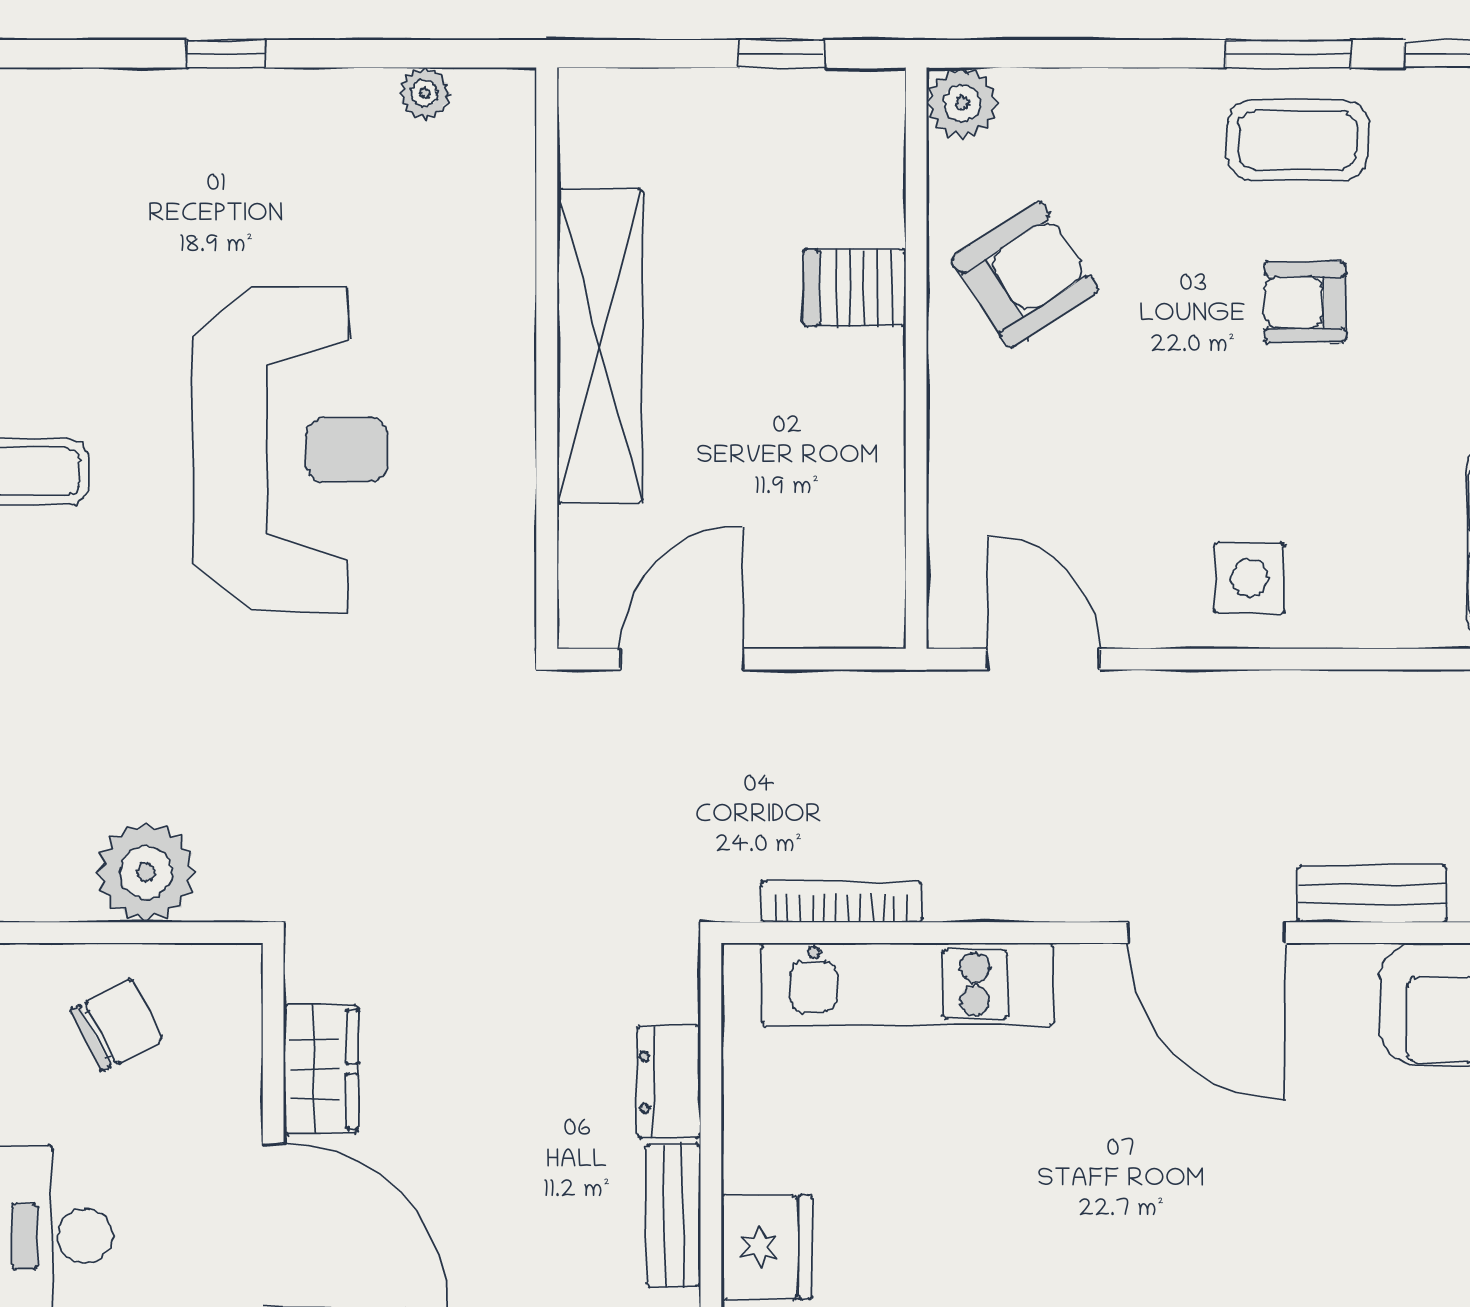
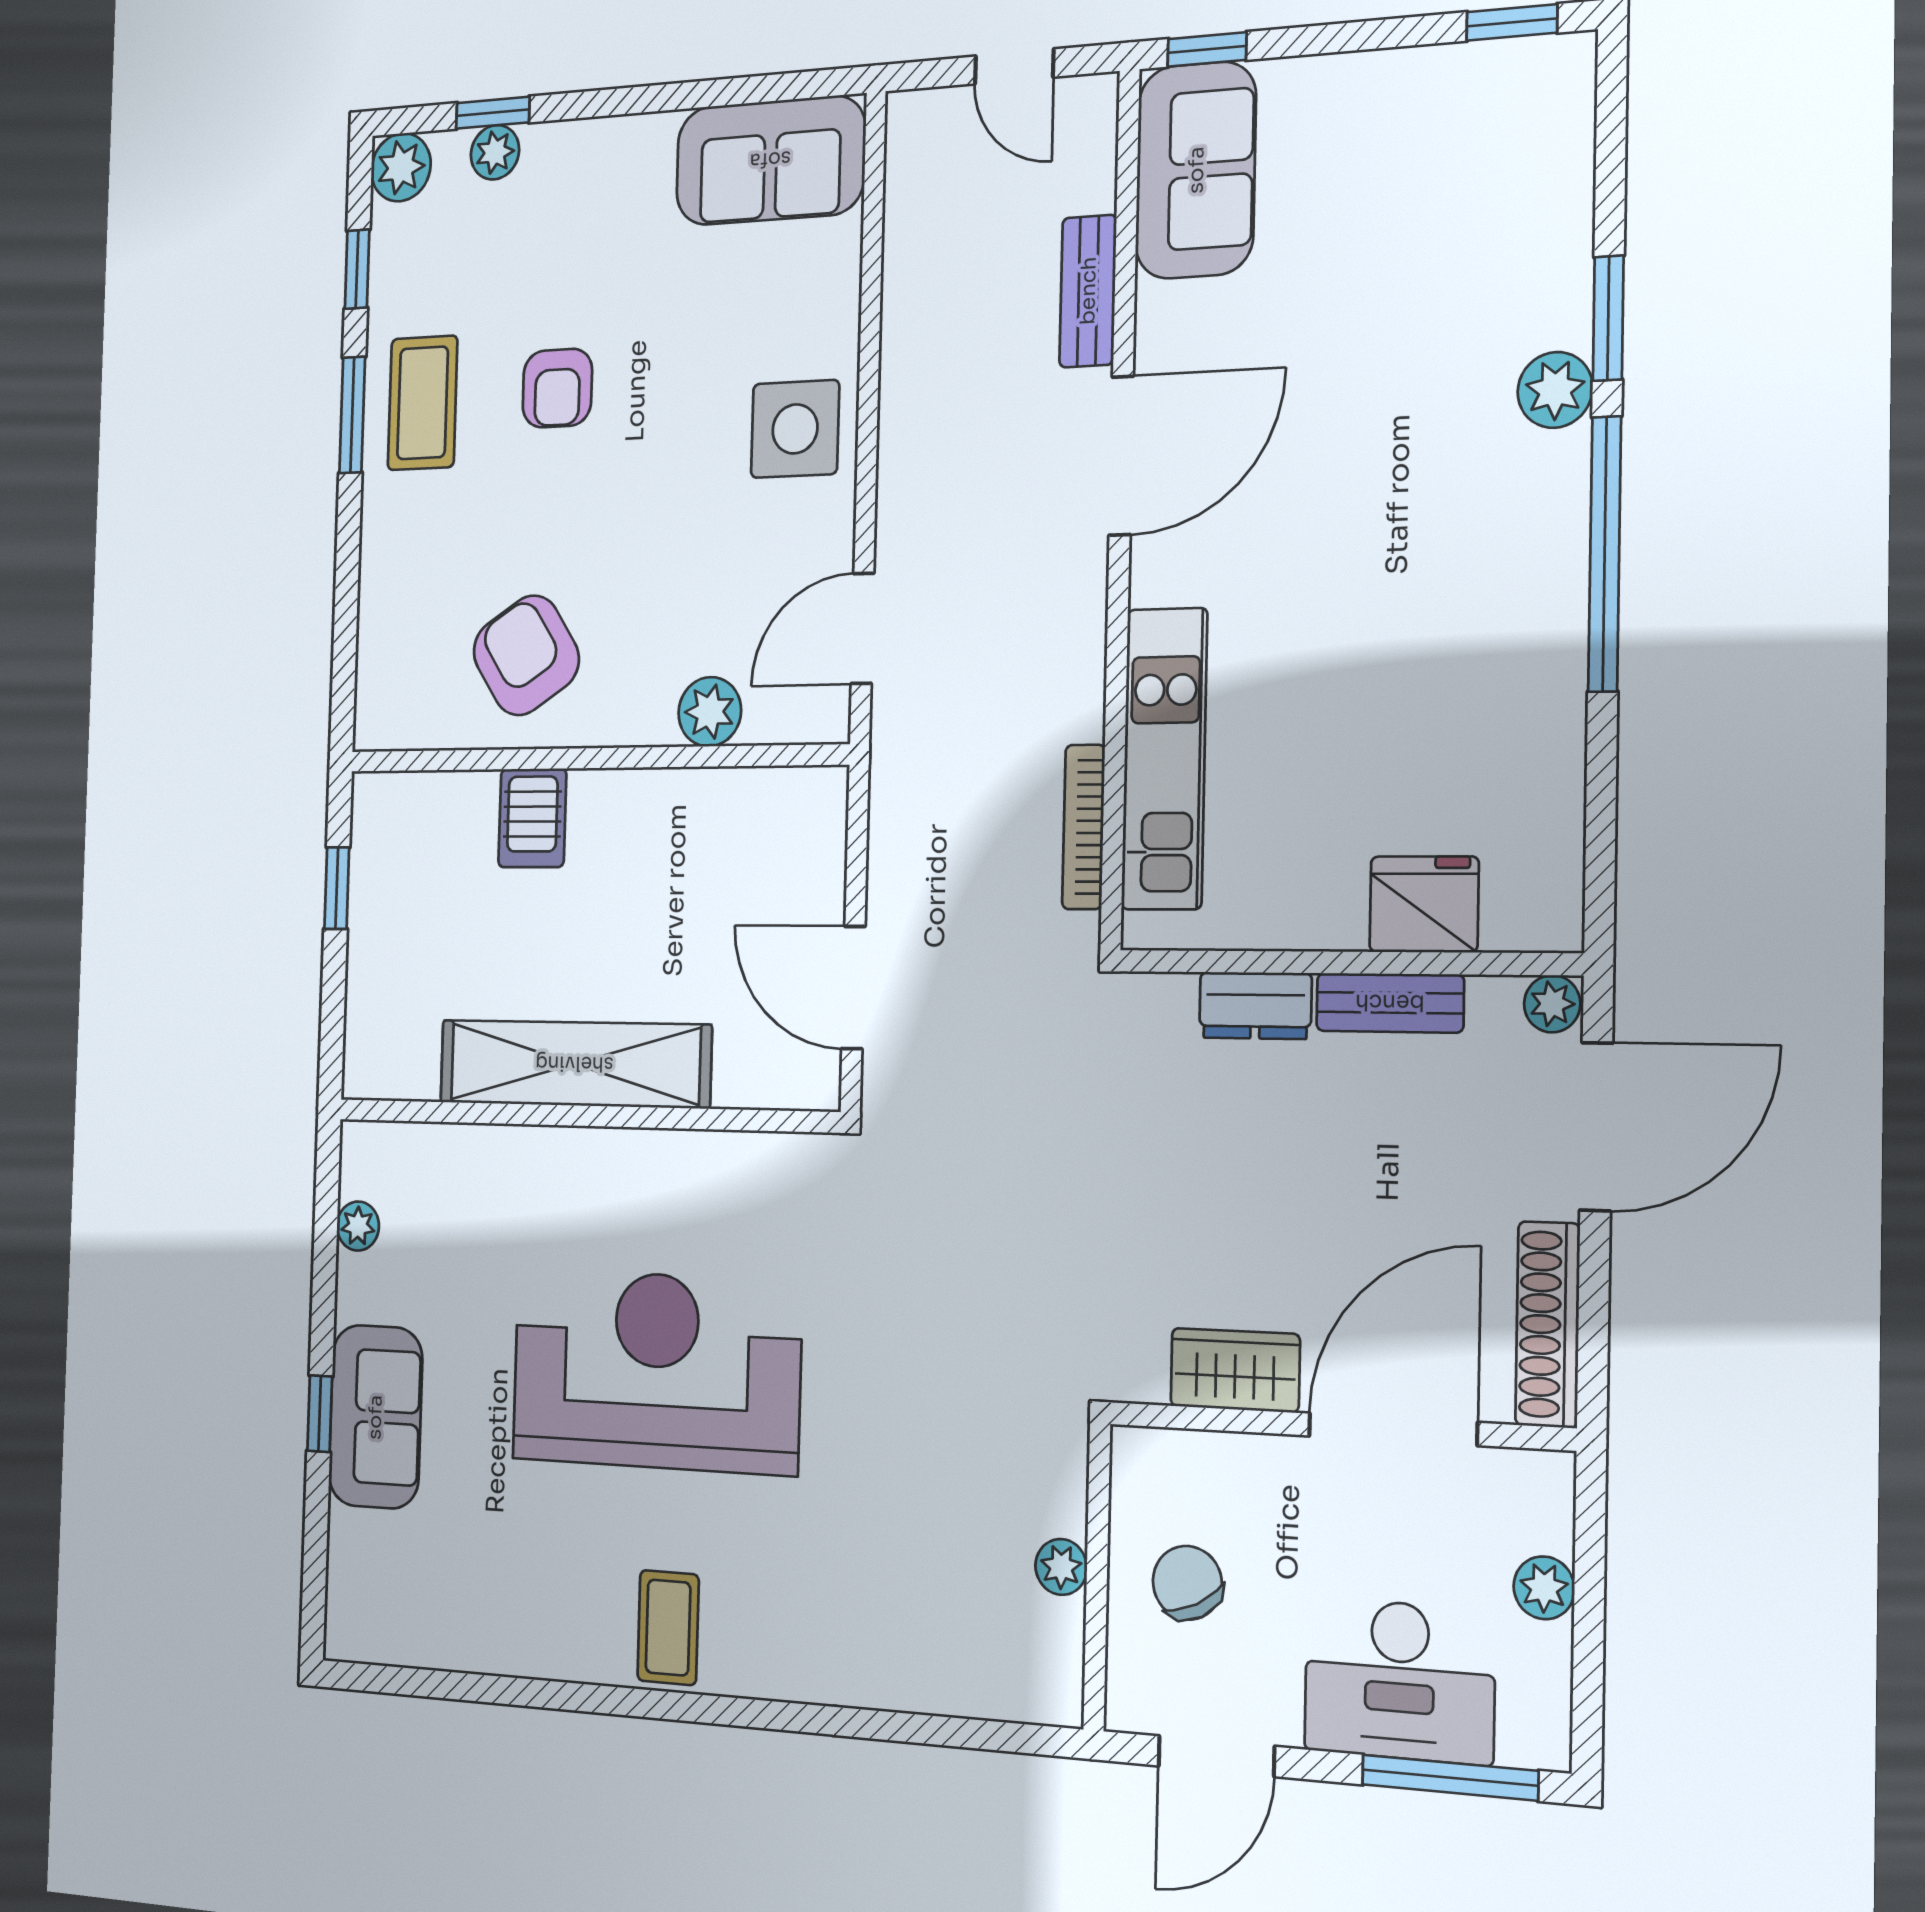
plant: (962, 103) -> (710, 712), moved
sofa: (226, 122) -> (375, 1417), added
side table: (1249, 578) -> (795, 429), width x1.37, depth x1.37
plant: (146, 872) -> (1061, 1567), width x0.53, depth x0.53

